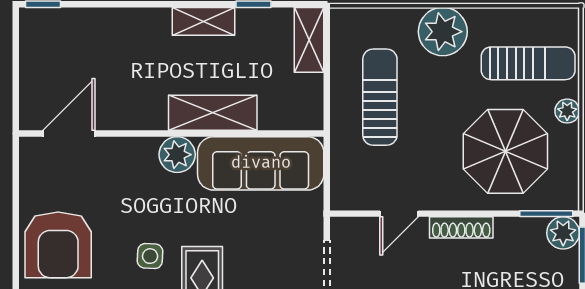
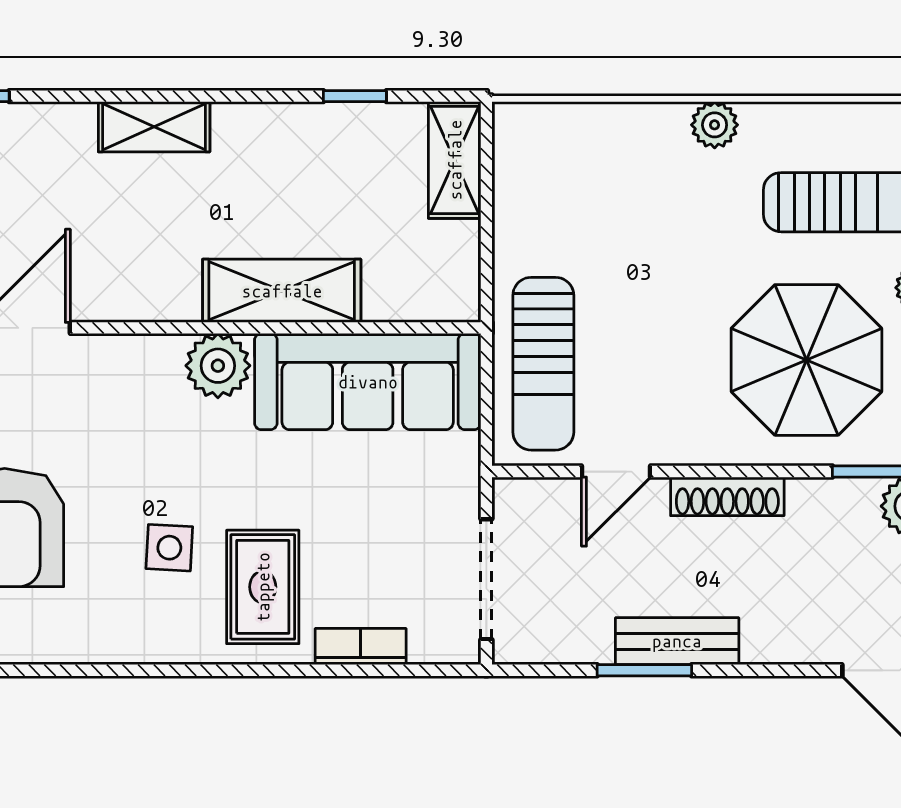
shelving: (203, 21) -> (154, 127), moved
plant: (443, 32) -> (715, 125), width x0.53, depth x0.53
sun lounger: (380, 97) -> (543, 364), moved, turned 180

